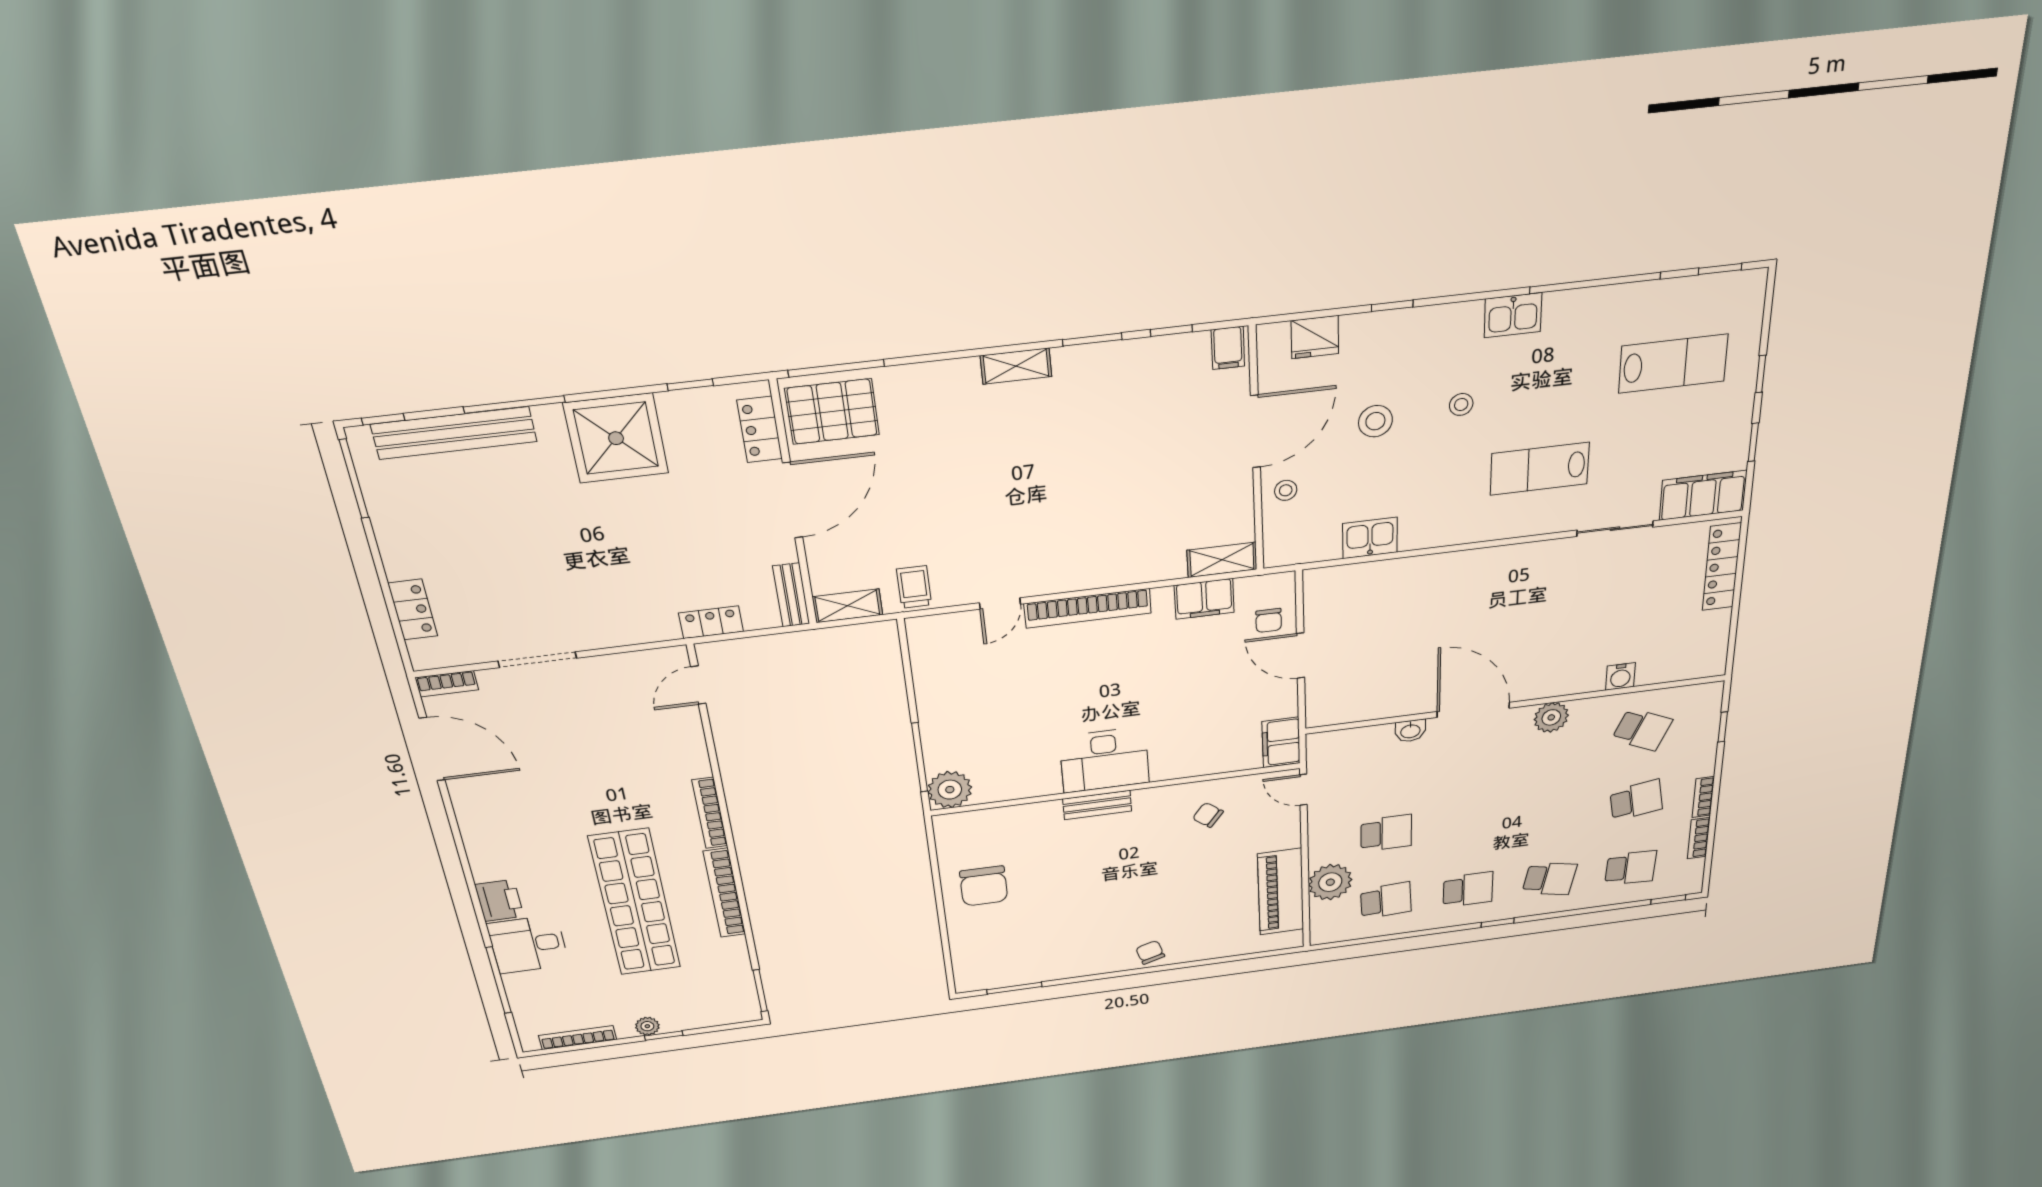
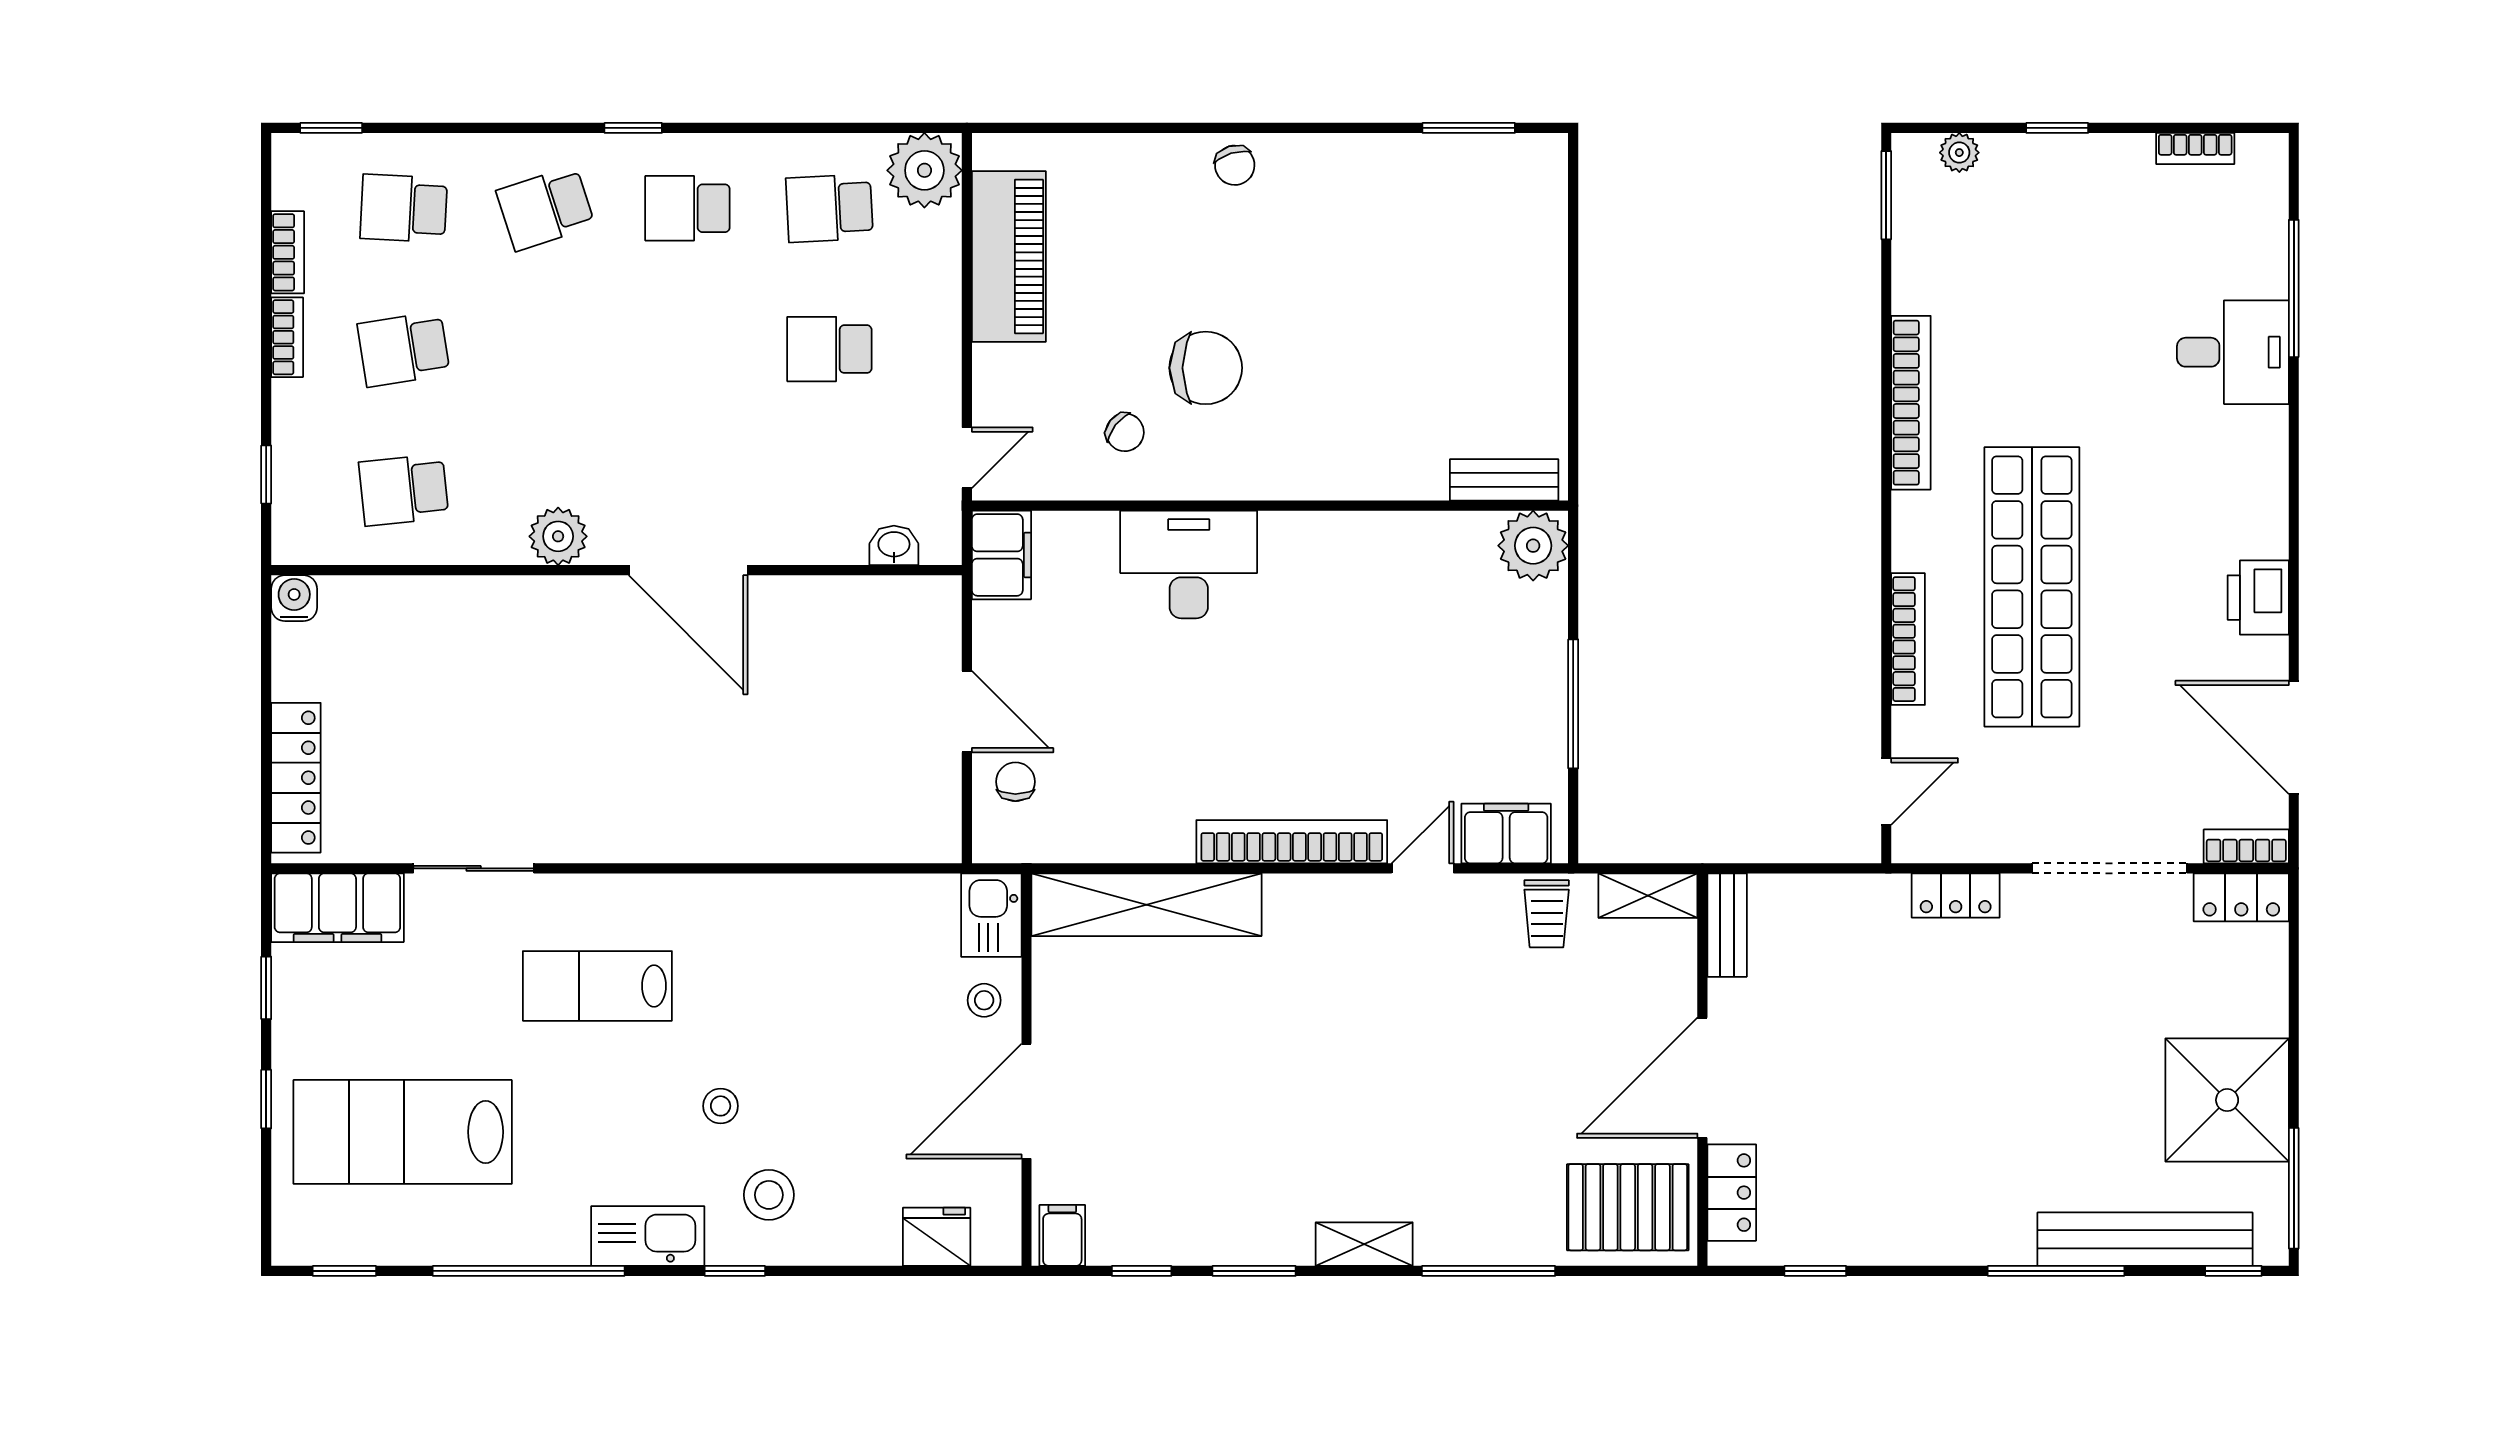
window: (1392, 306) -> (735, 1271), moved
kitchen sink: (1513, 315) -> (648, 1236), width x1.38
lab bench: (1673, 364) -> (403, 1132), width x1.36, depth x1.39
window: (836, 368) -> (1489, 1271), moved
stool: (1375, 421) -> (769, 1195), moved
shower: (616, 438) -> (2227, 1100), moved
lab bench: (1540, 469) -> (597, 986), turned 180
kitchen sink: (1370, 538) -> (991, 915), moved, turned 90
shelving: (1222, 560) -> (1146, 905), width x2.20, depth x1.33
filing cabinet: (1204, 599) -> (1506, 834), moved
locker: (413, 610) -> (2241, 897), moved, turned -90
locker: (711, 622) -> (1956, 896), moved
doorway: (537, 660) -> (2110, 868), width x1.36
water cooler: (1620, 676) -> (294, 598), moved
school desk: (1642, 730) -> (404, 490), turned -30
washbasin: (1410, 731) -> (894, 545), moved
window: (920, 757) -> (1573, 704), moved
desk: (1104, 760) -> (1189, 564), moved
door: (1303, 790) -> (967, 458), hinge flipped
bench: (1097, 805) -> (1504, 480), moved
bookcase: (710, 813) -> (1908, 639), moved
school desk: (1550, 879) -> (546, 208), turned -30
plant: (1330, 882) -> (924, 170), moved
chair: (984, 886) -> (1206, 368), moved, turned 90
printer: (499, 900) -> (2258, 598), moved
shop shelf: (635, 903) -> (2032, 587), moved
plant: (647, 1026) -> (1959, 153), moved
bookcase: (578, 1038) -> (2195, 149), width x0.64

